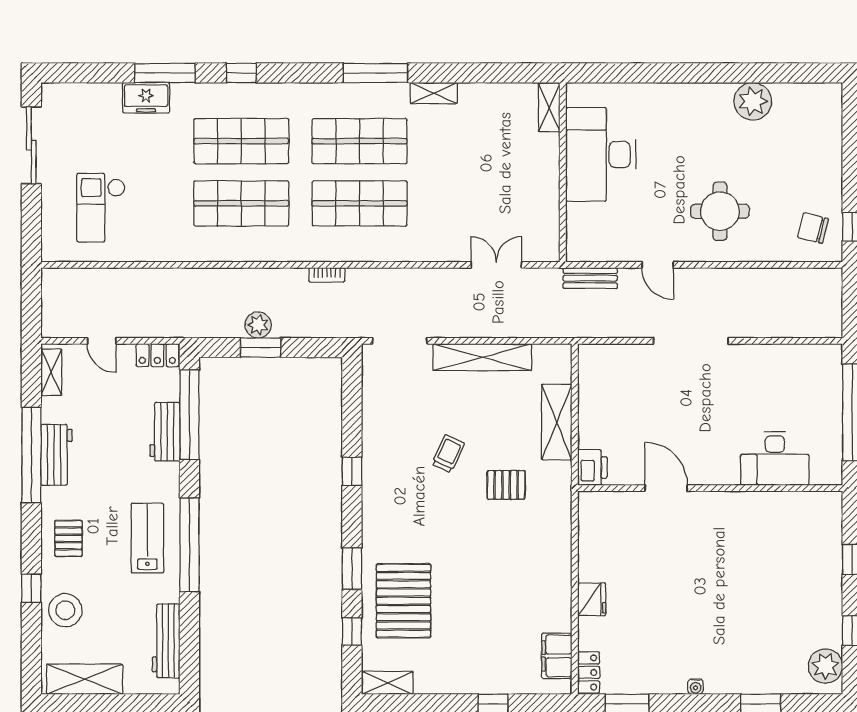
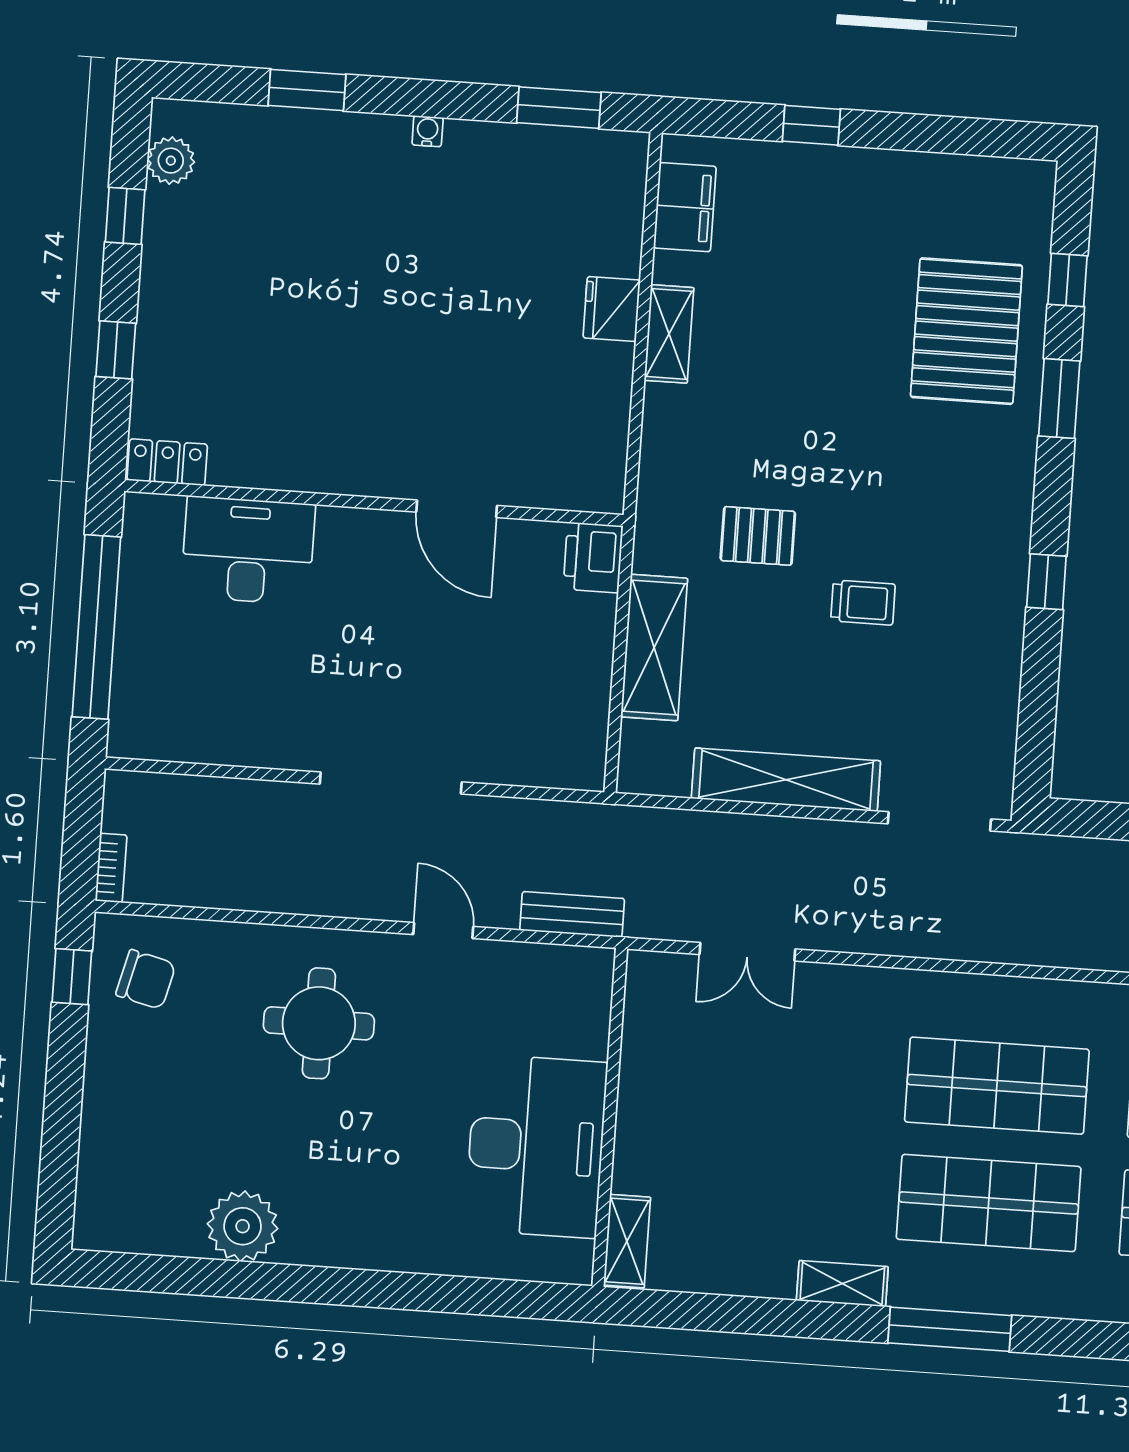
bookcase: (327, 275) -> (111, 868), moved, turned 90
trolley: (448, 454) -> (863, 603), turned -115
plant: (825, 666) -> (171, 161), width x0.73, depth x0.73
locker: (589, 672) -> (167, 462), moved, turned 90
shelving: (388, 683) -> (669, 334), moved, turned 90

